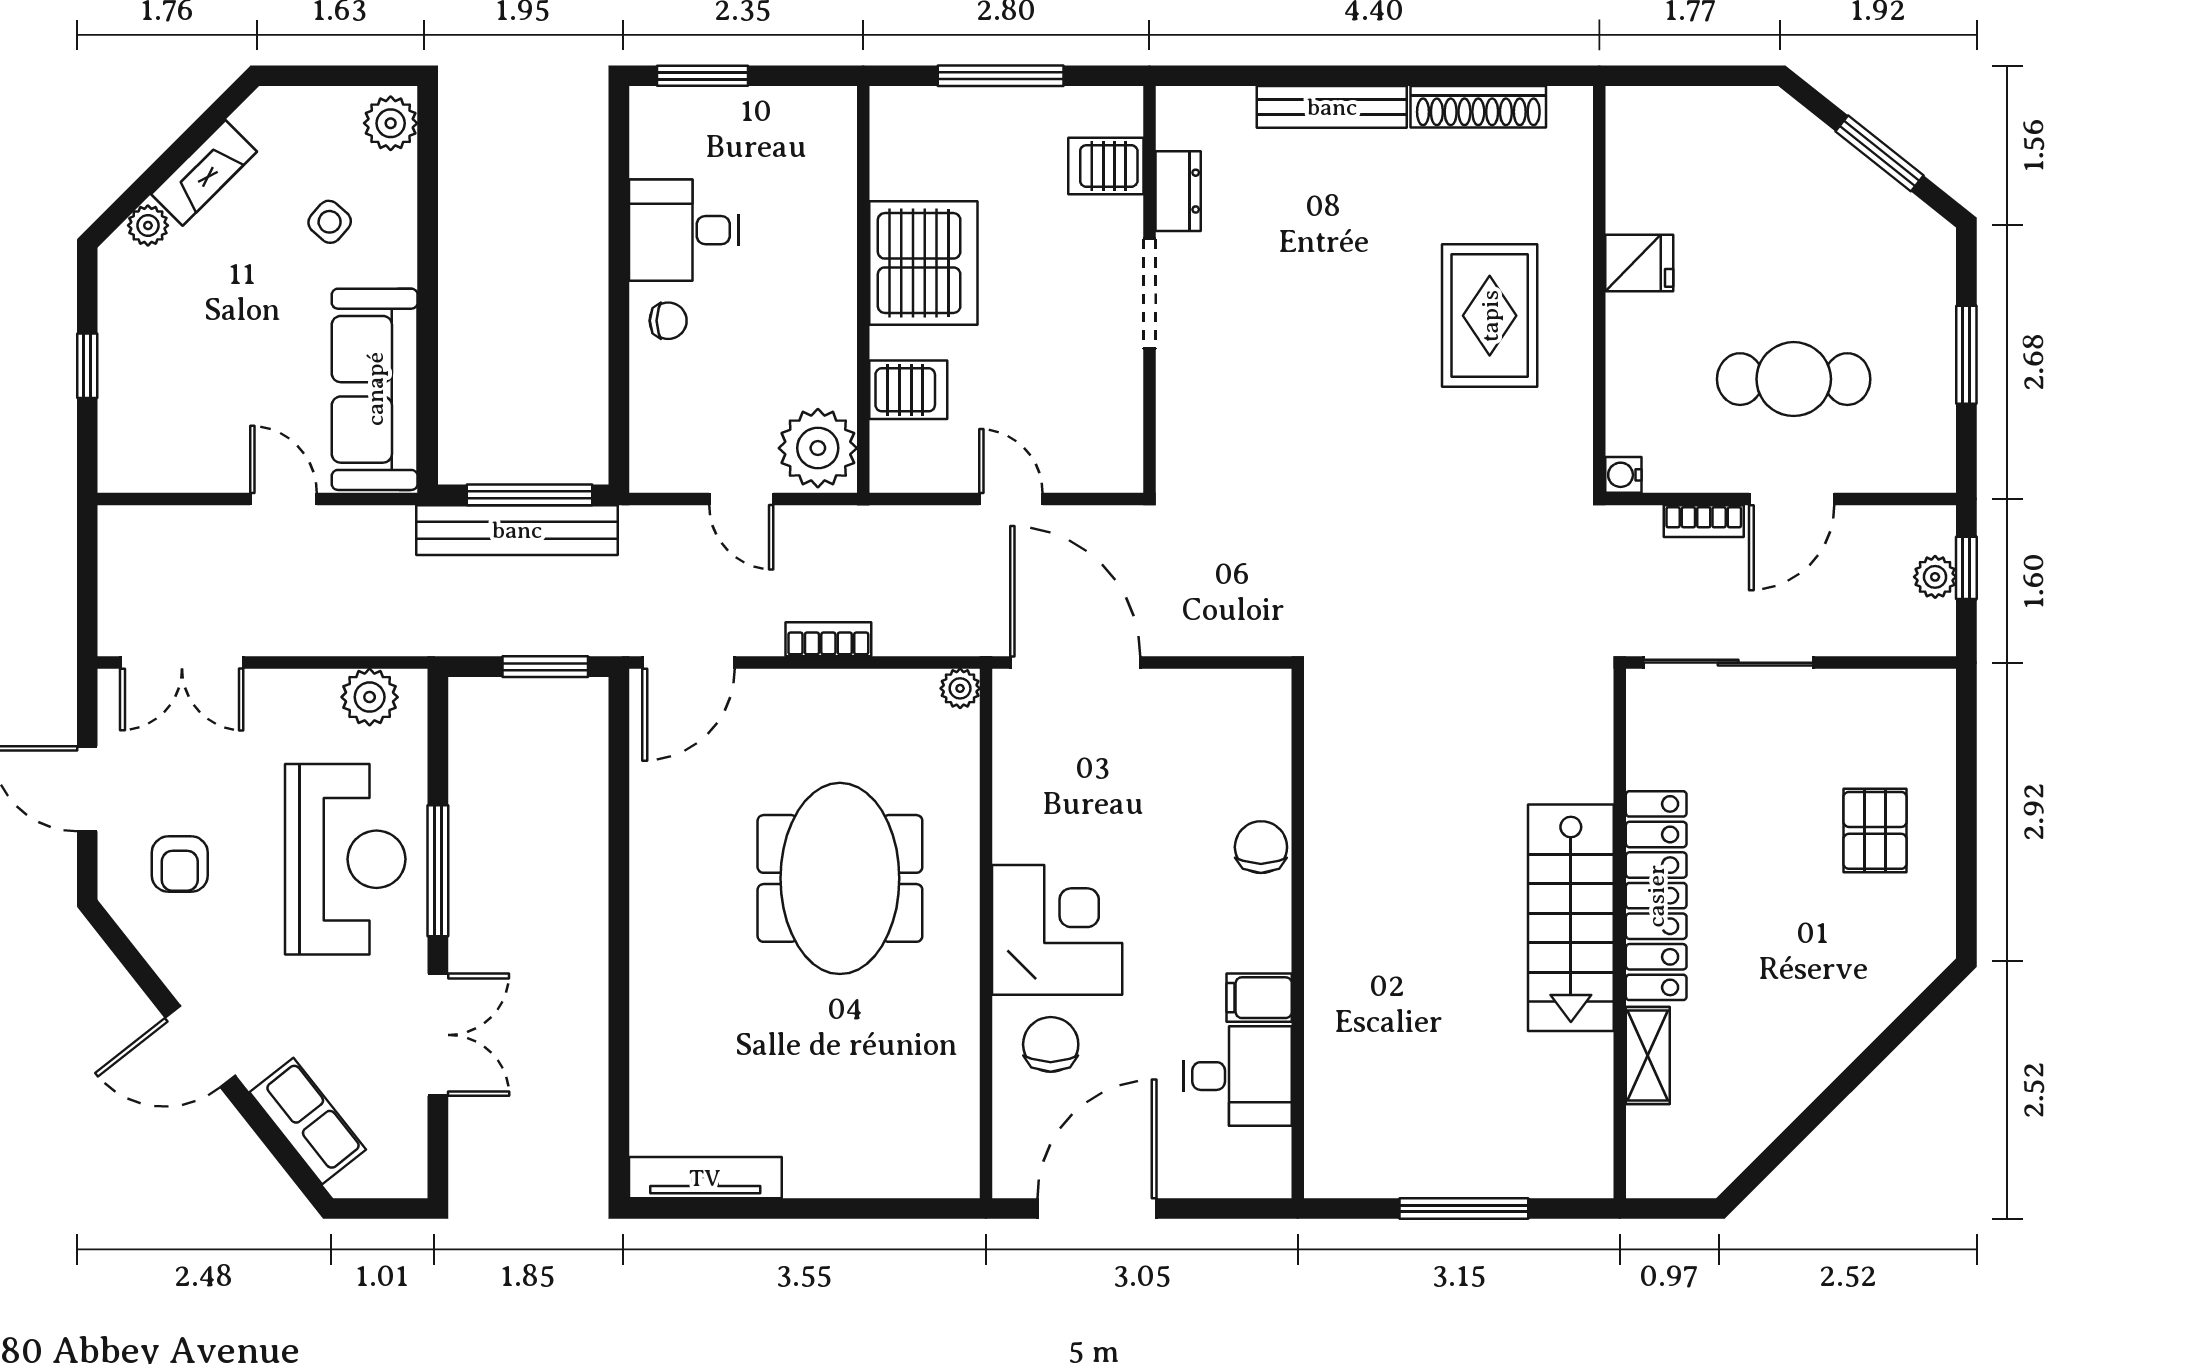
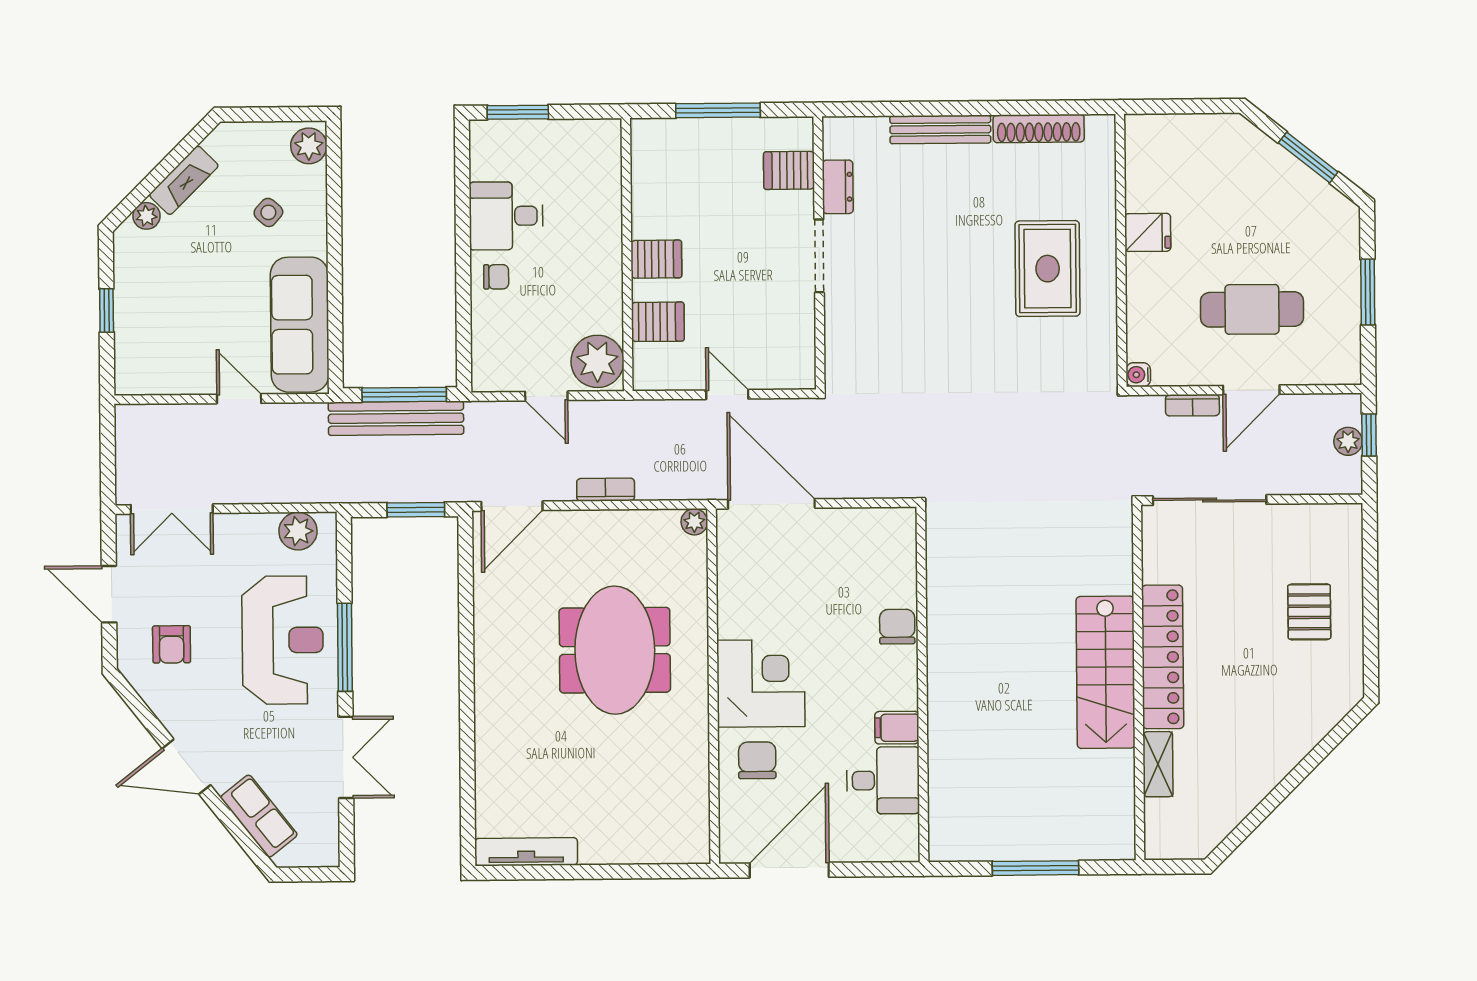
server rack: (923, 263) -> (656, 259), width x0.46, depth x0.70

